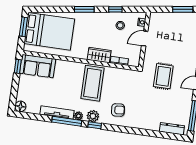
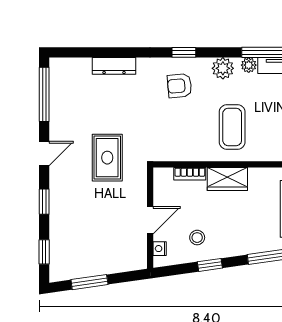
coffee table: (92, 83) -> (232, 127), width x0.73, depth x0.76
window: (95, 125) -> (184, 52), moved
dresser: (172, 129) -> (114, 66), moved

